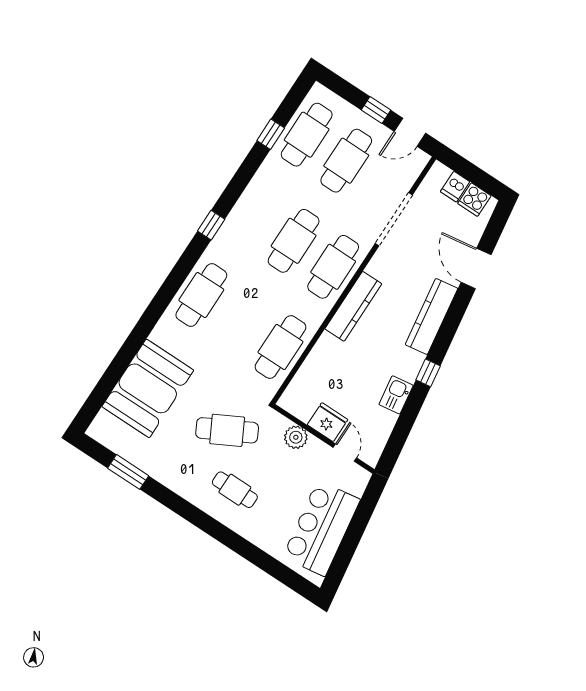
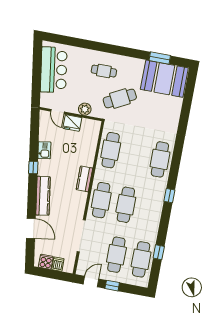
kitchen counter: (353, 306) -> (84, 179), width x0.67
booth: (148, 388) -> (164, 79), moved, turned 90

